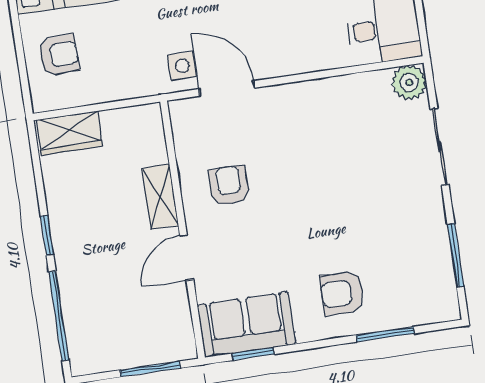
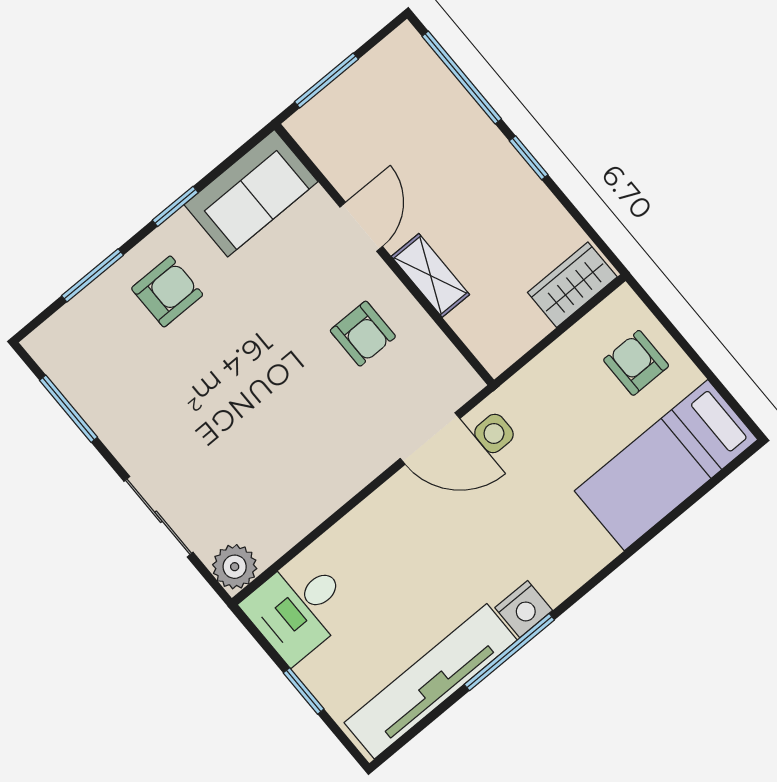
armchair: (59, 55) -> (636, 363), turned 93
window: (253, 354) -> (175, 206), moved

